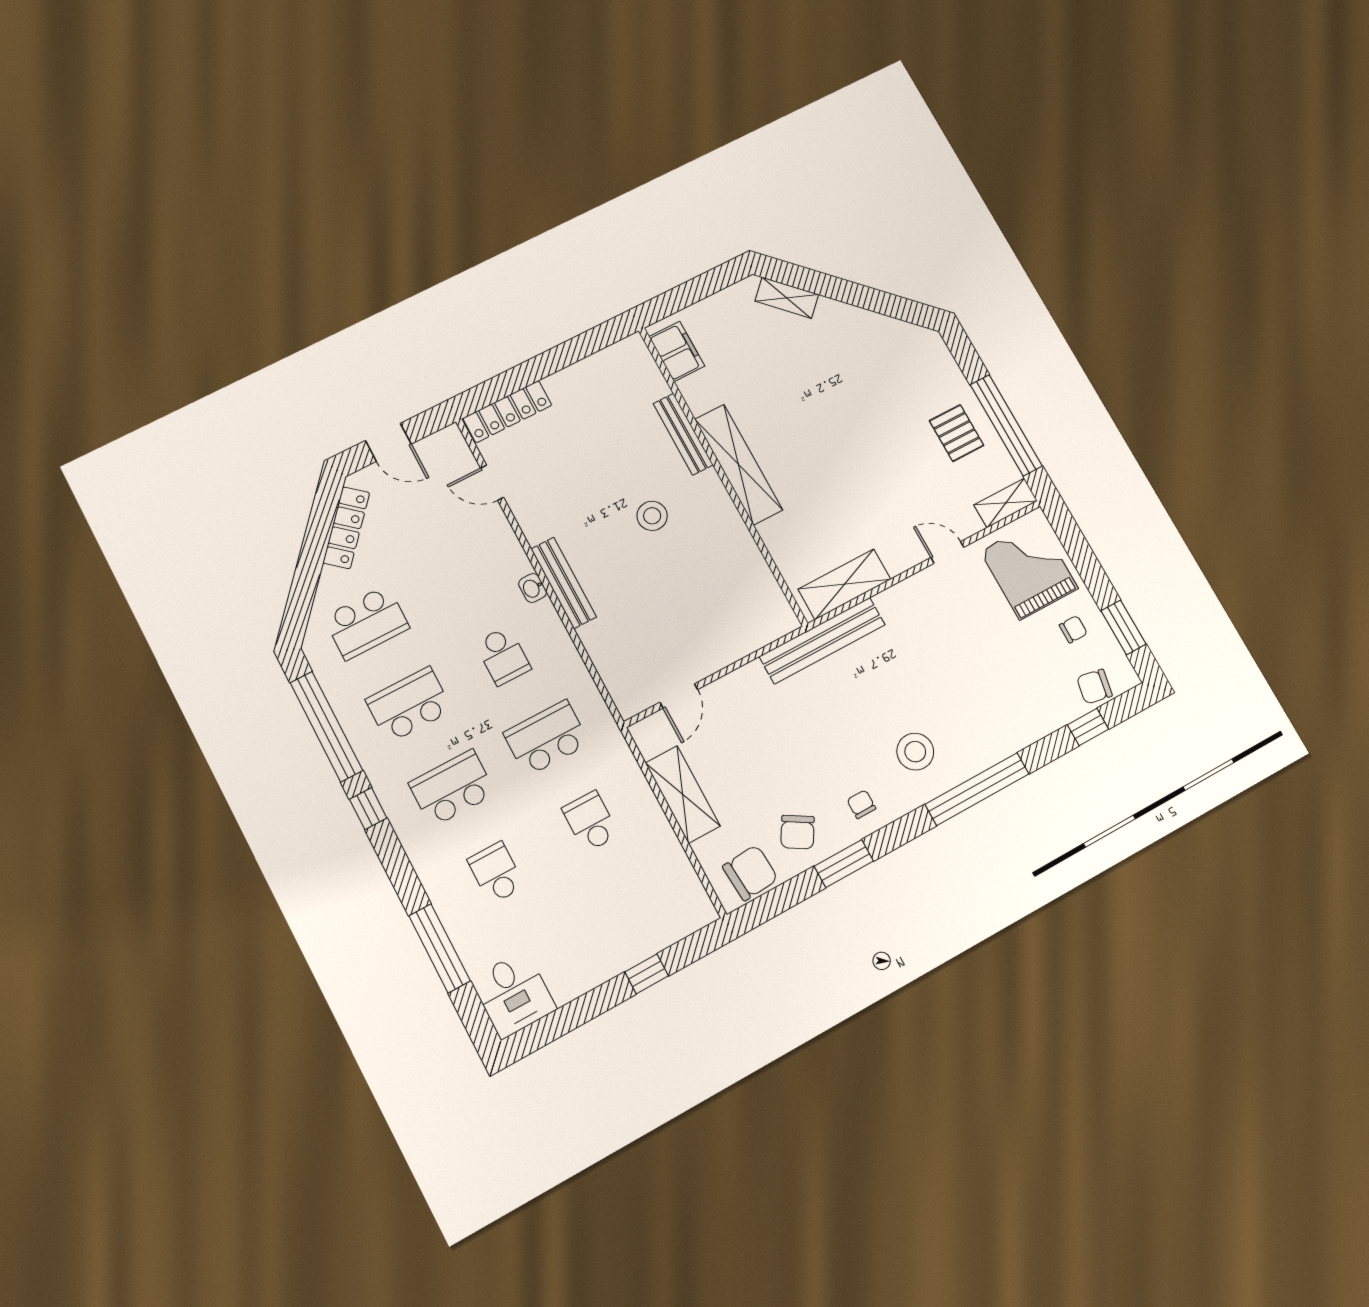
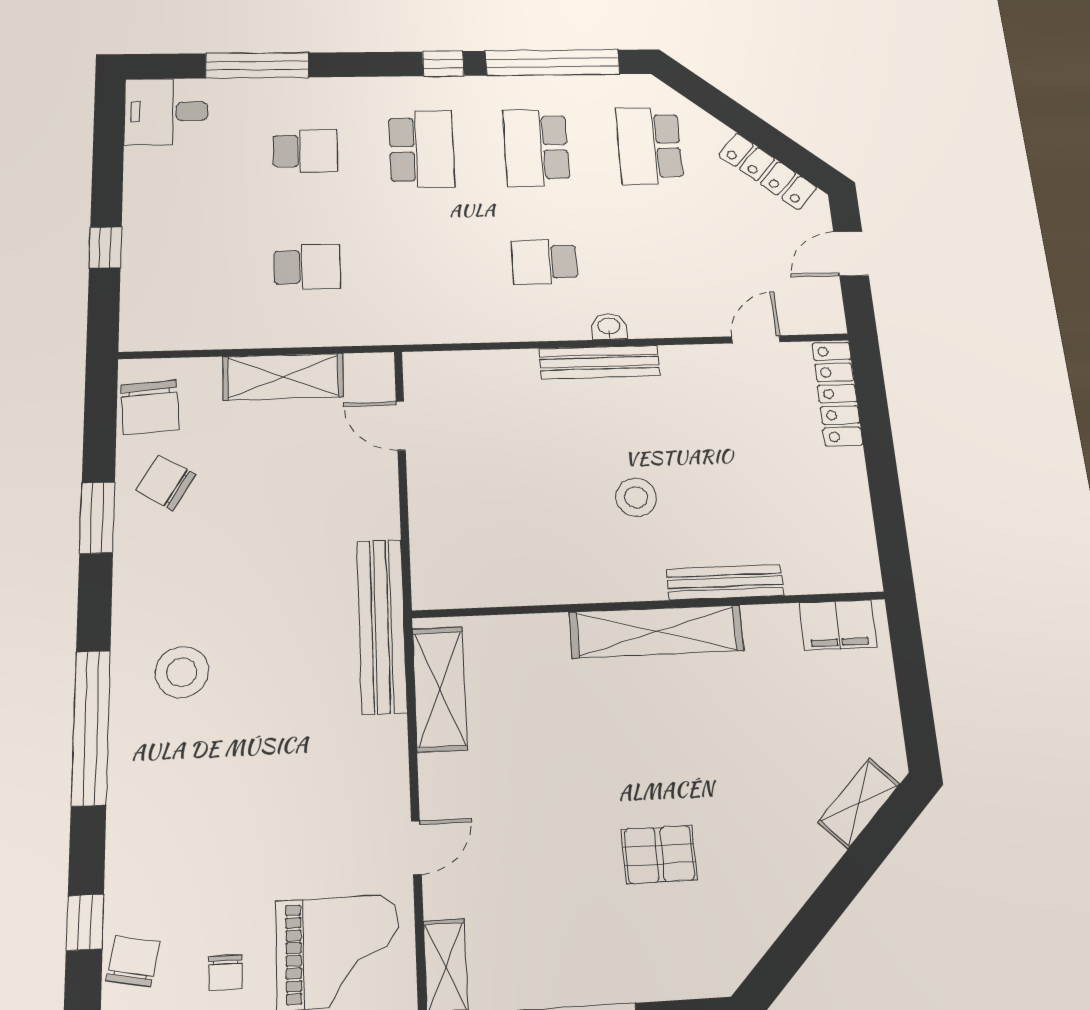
pallet: (957, 433) -> (659, 855), moved
school desk: (409, 705) -> (536, 147), turned 180
school desk: (546, 738) -> (427, 264), removed
chair: (861, 804) -> (155, 573), removed

